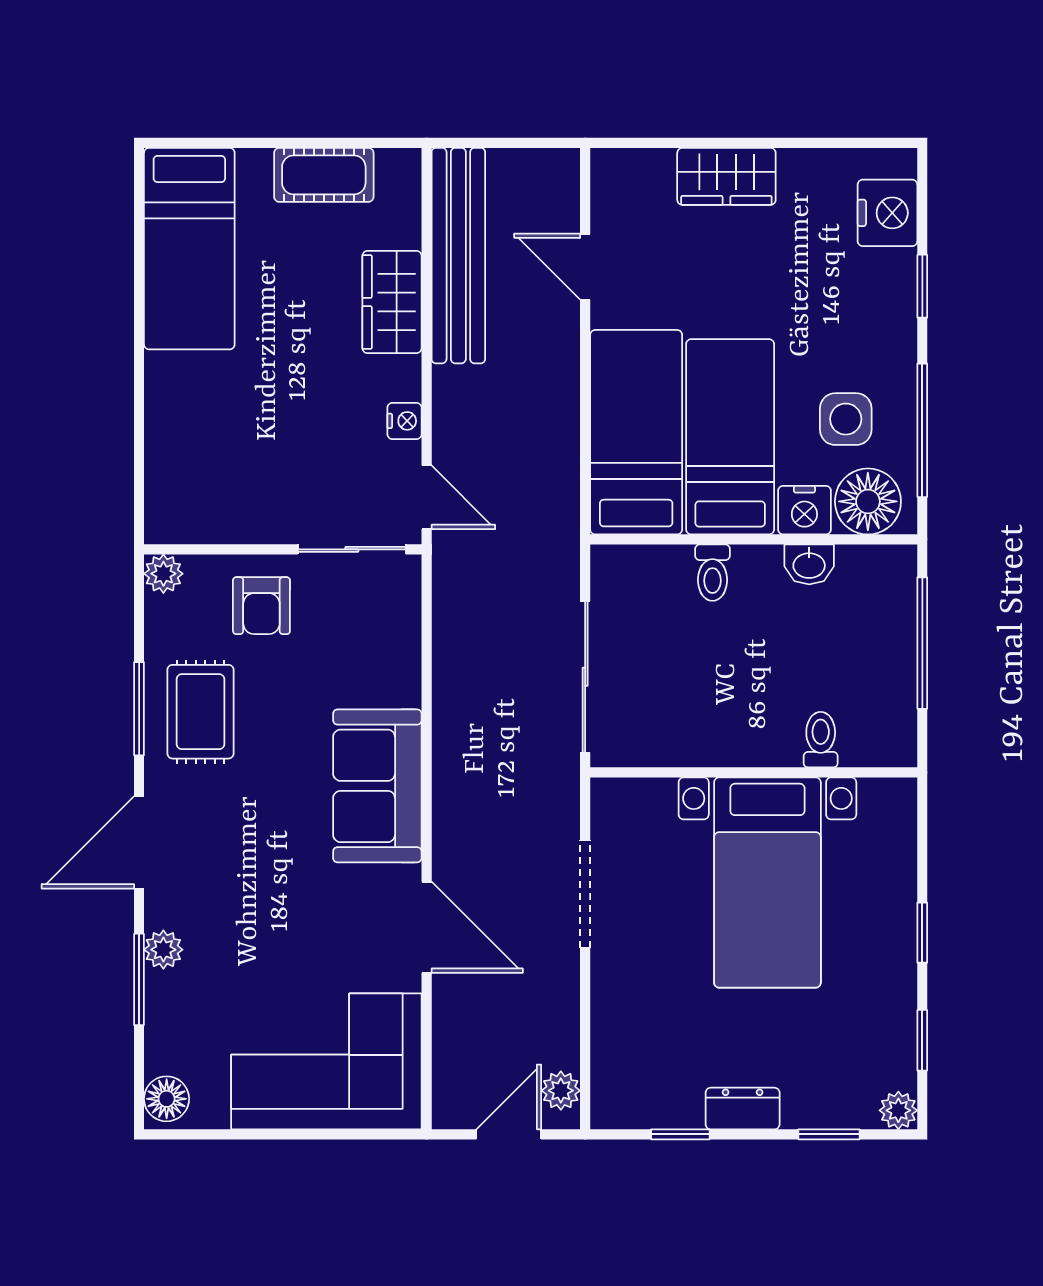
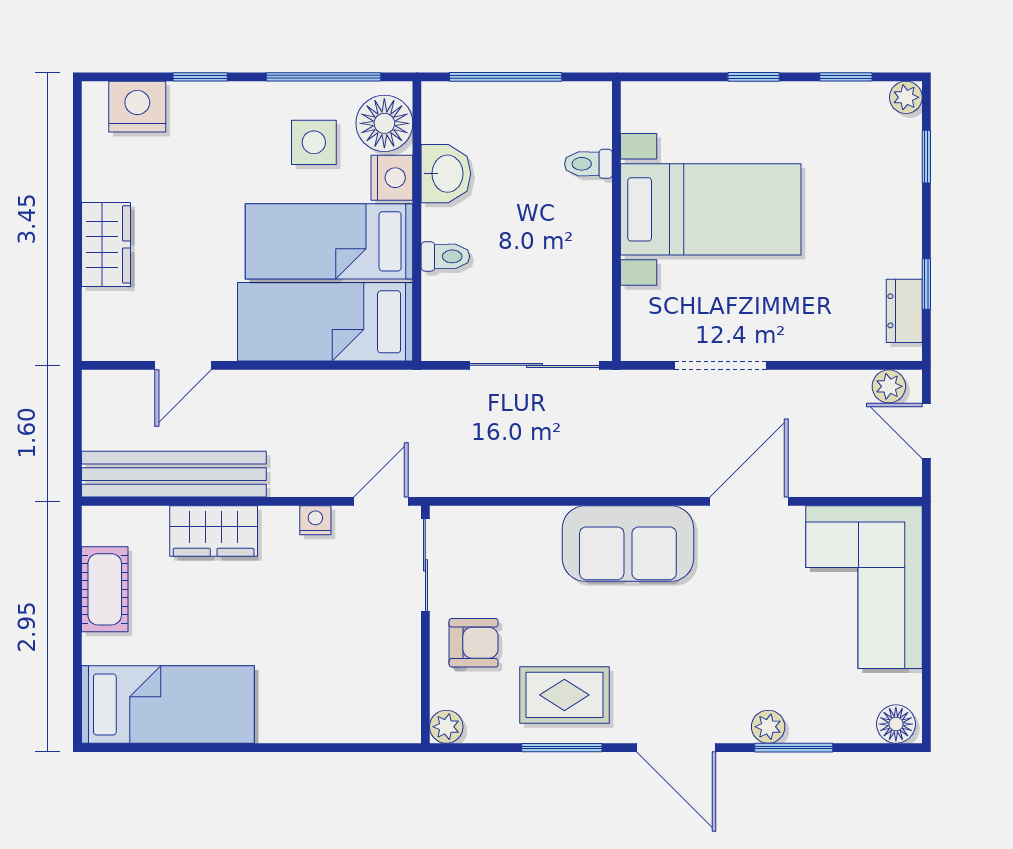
washbasin: (809, 564) -> (446, 174), width x1.38, depth x1.45
dresser: (743, 1109) -> (904, 311), moved

